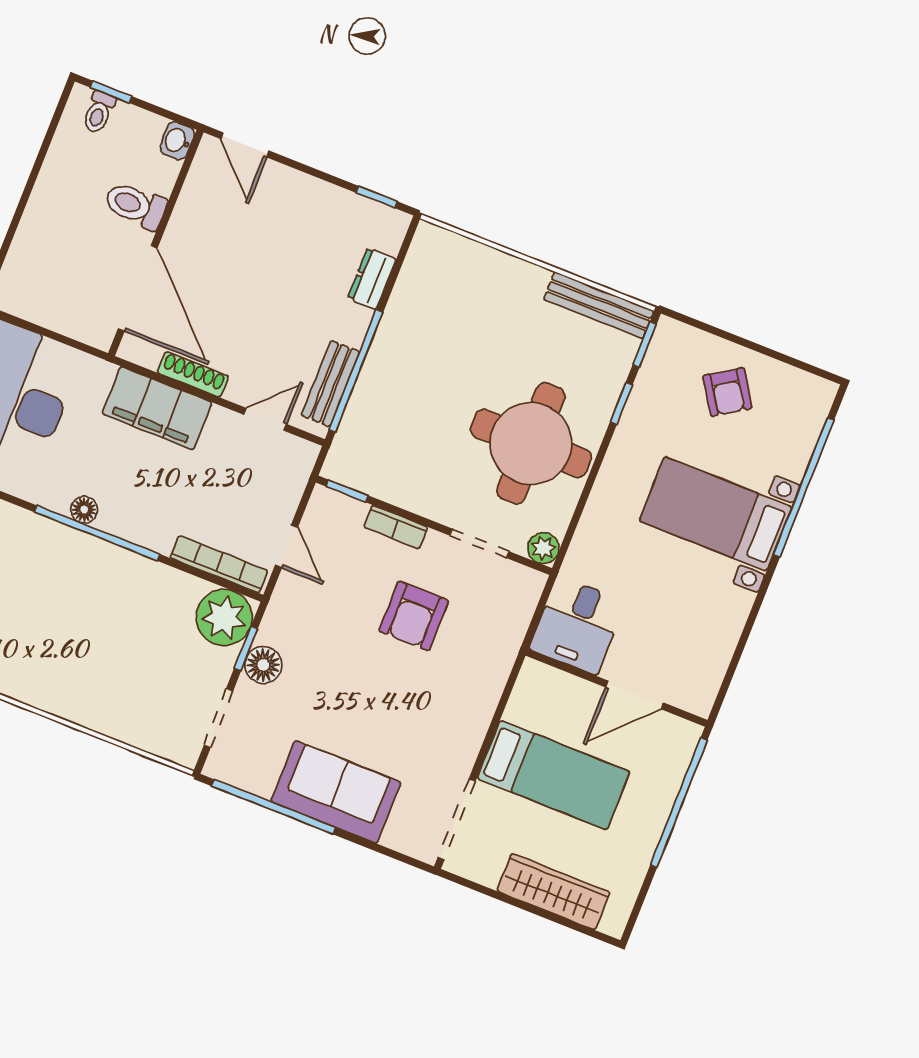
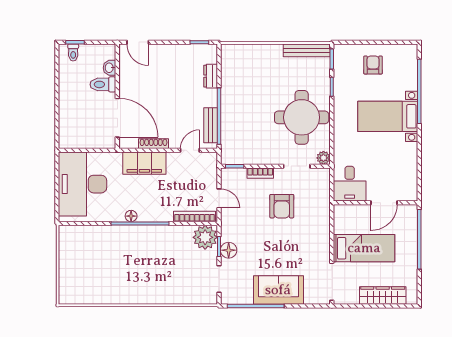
washbasin: (177, 141) -> (110, 68), moved
armchair: (727, 392) -> (373, 65), turned -147

